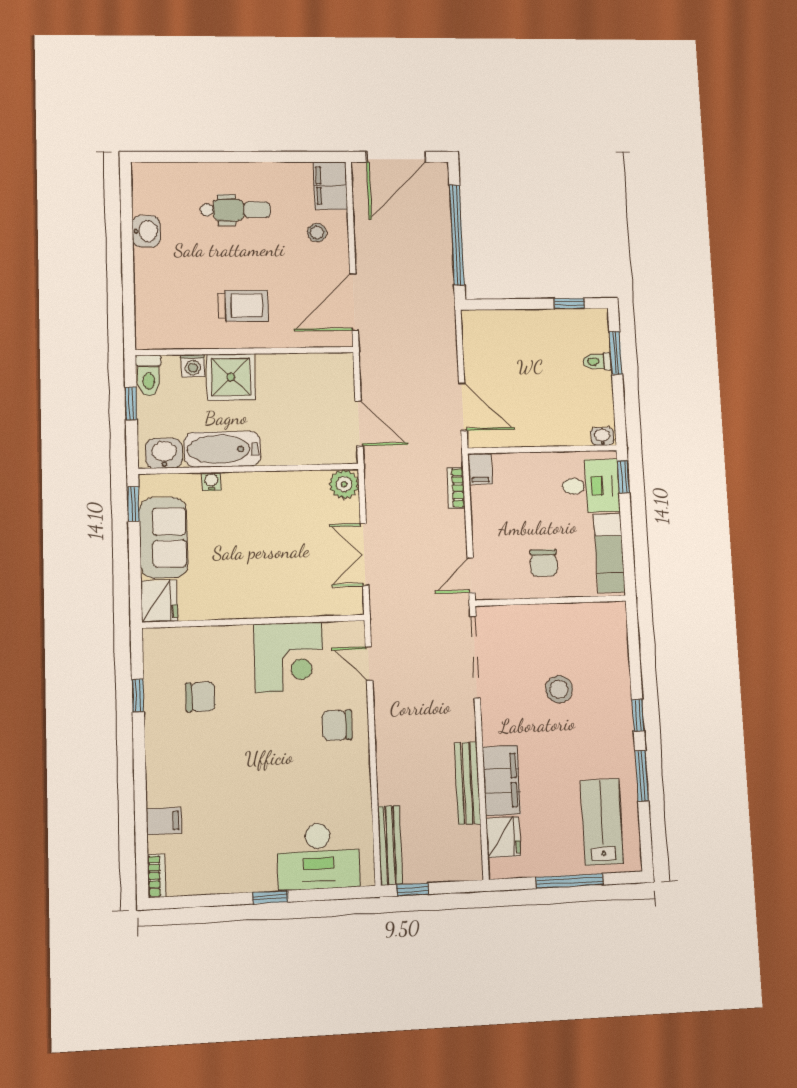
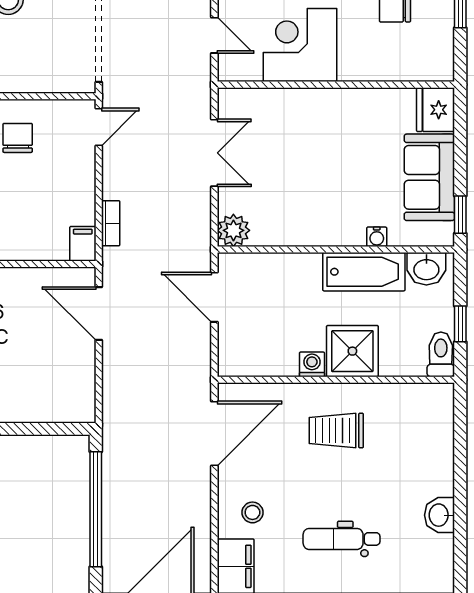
washing machine: (193, 366) -> (312, 364), moved

